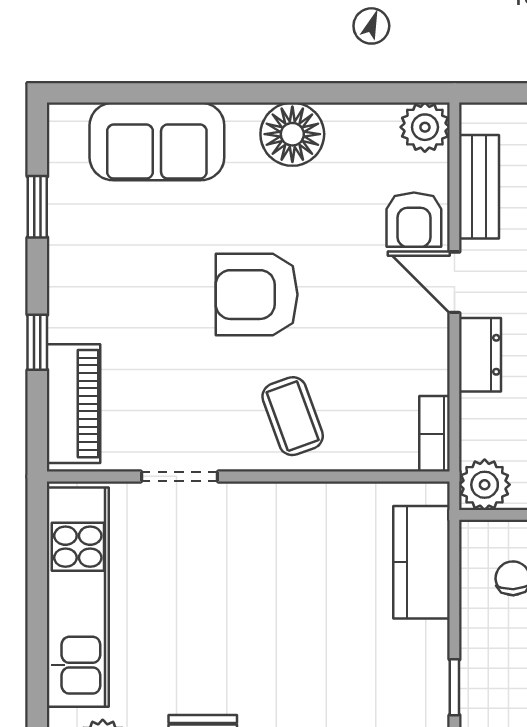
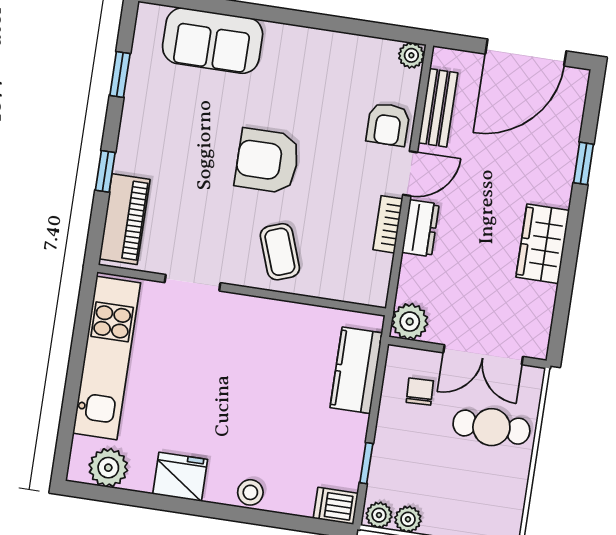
plant: (425, 127) -> (411, 55), width x0.73, depth x0.73
floor lamp: (292, 134) -> (310, 50), removed
door: (454, 282) -> (410, 174), swing flipped
bookcase: (435, 434) -> (388, 224), moved

